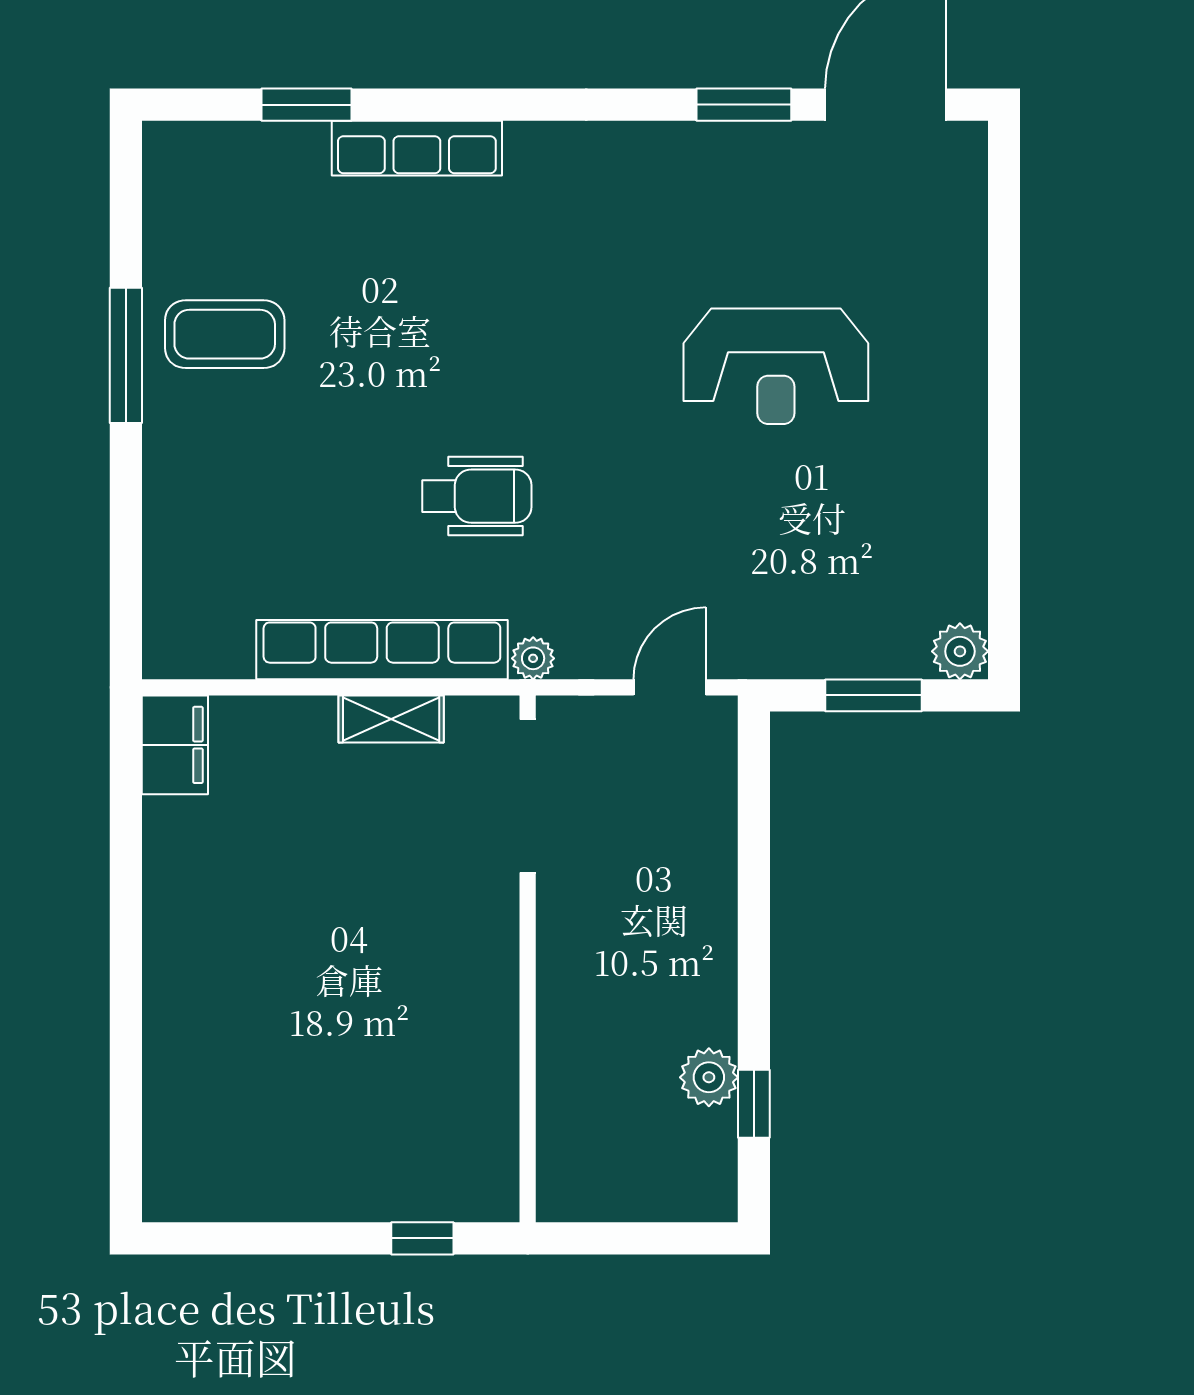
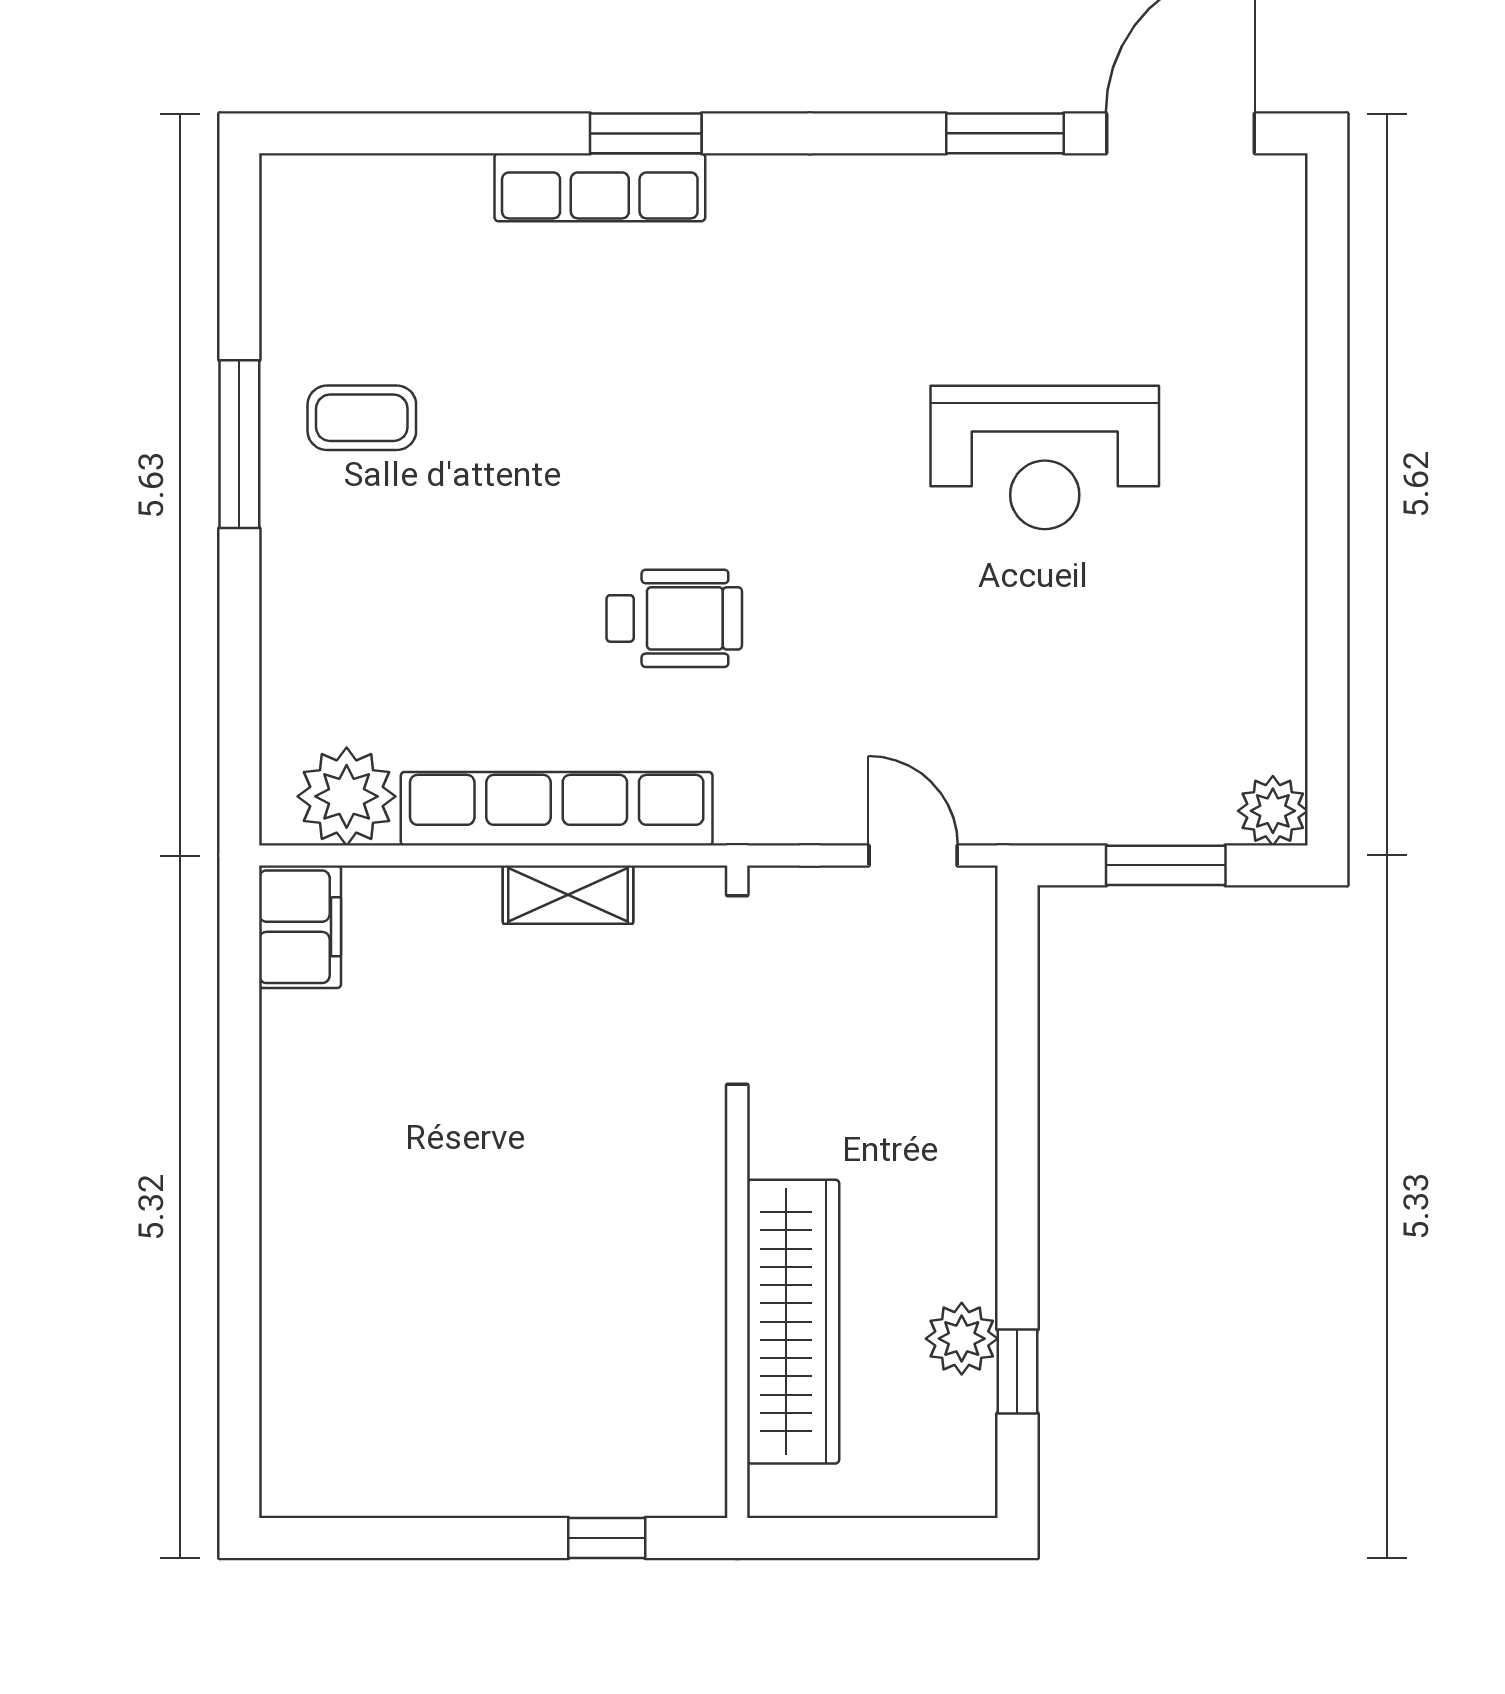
window: (306, 105) -> (646, 133), moved
coffee table: (225, 334) -> (362, 418), width x0.73, depth x0.77
plant: (533, 658) -> (347, 796), moved, width x1.87, depth x1.87
door: (670, 687) -> (913, 856), hinge flipped
wardrobe: (573, 1064) -> (793, 1322), added

